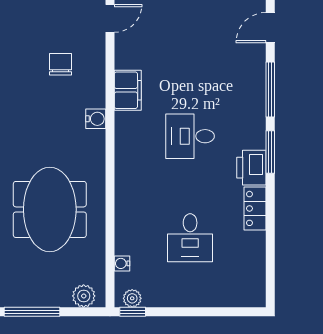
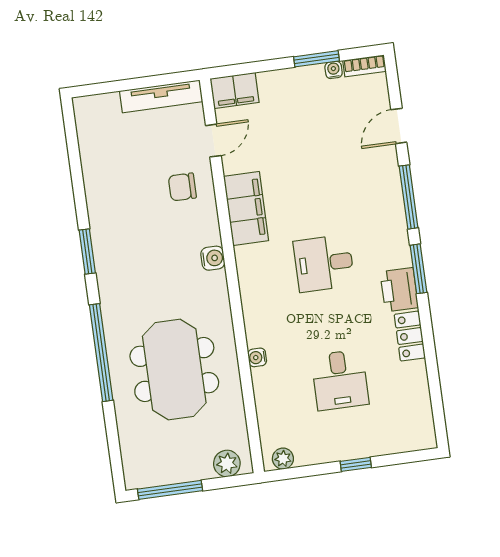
chair: (60, 64) -> (182, 187), moved, turned -90
filing cabinet: (128, 90) -> (246, 208), width x1.50, depth x1.17
water cooler: (122, 263) -> (257, 357), moved
window: (133, 312) -> (356, 464), moved

